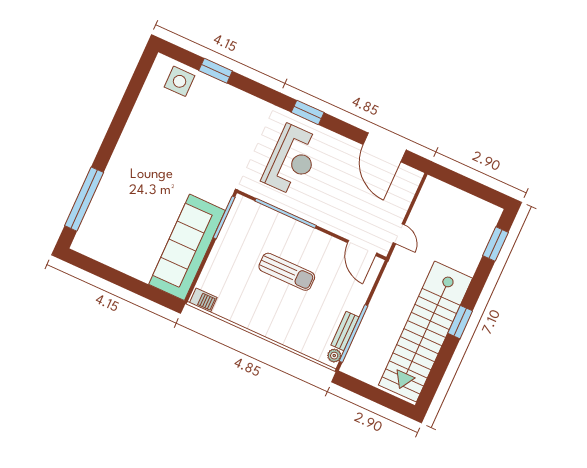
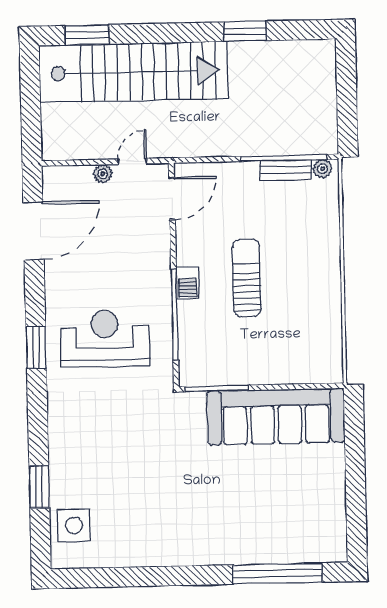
plant: (400, 210) -> (103, 174), added
barbecue: (203, 300) -> (188, 283), moved, turned 180
window: (460, 322) -> (245, 31), moved
stairs: (425, 332) -> (133, 72), moved

